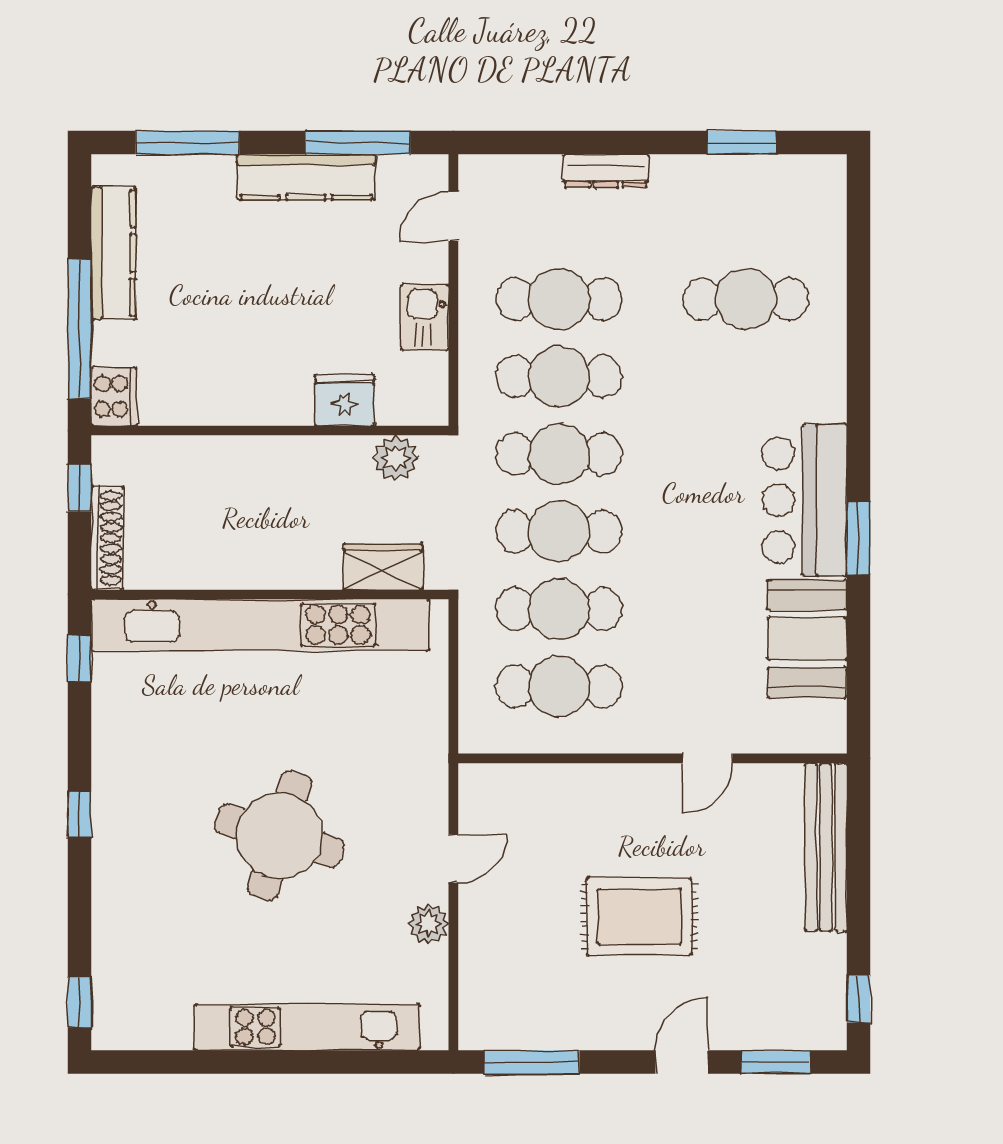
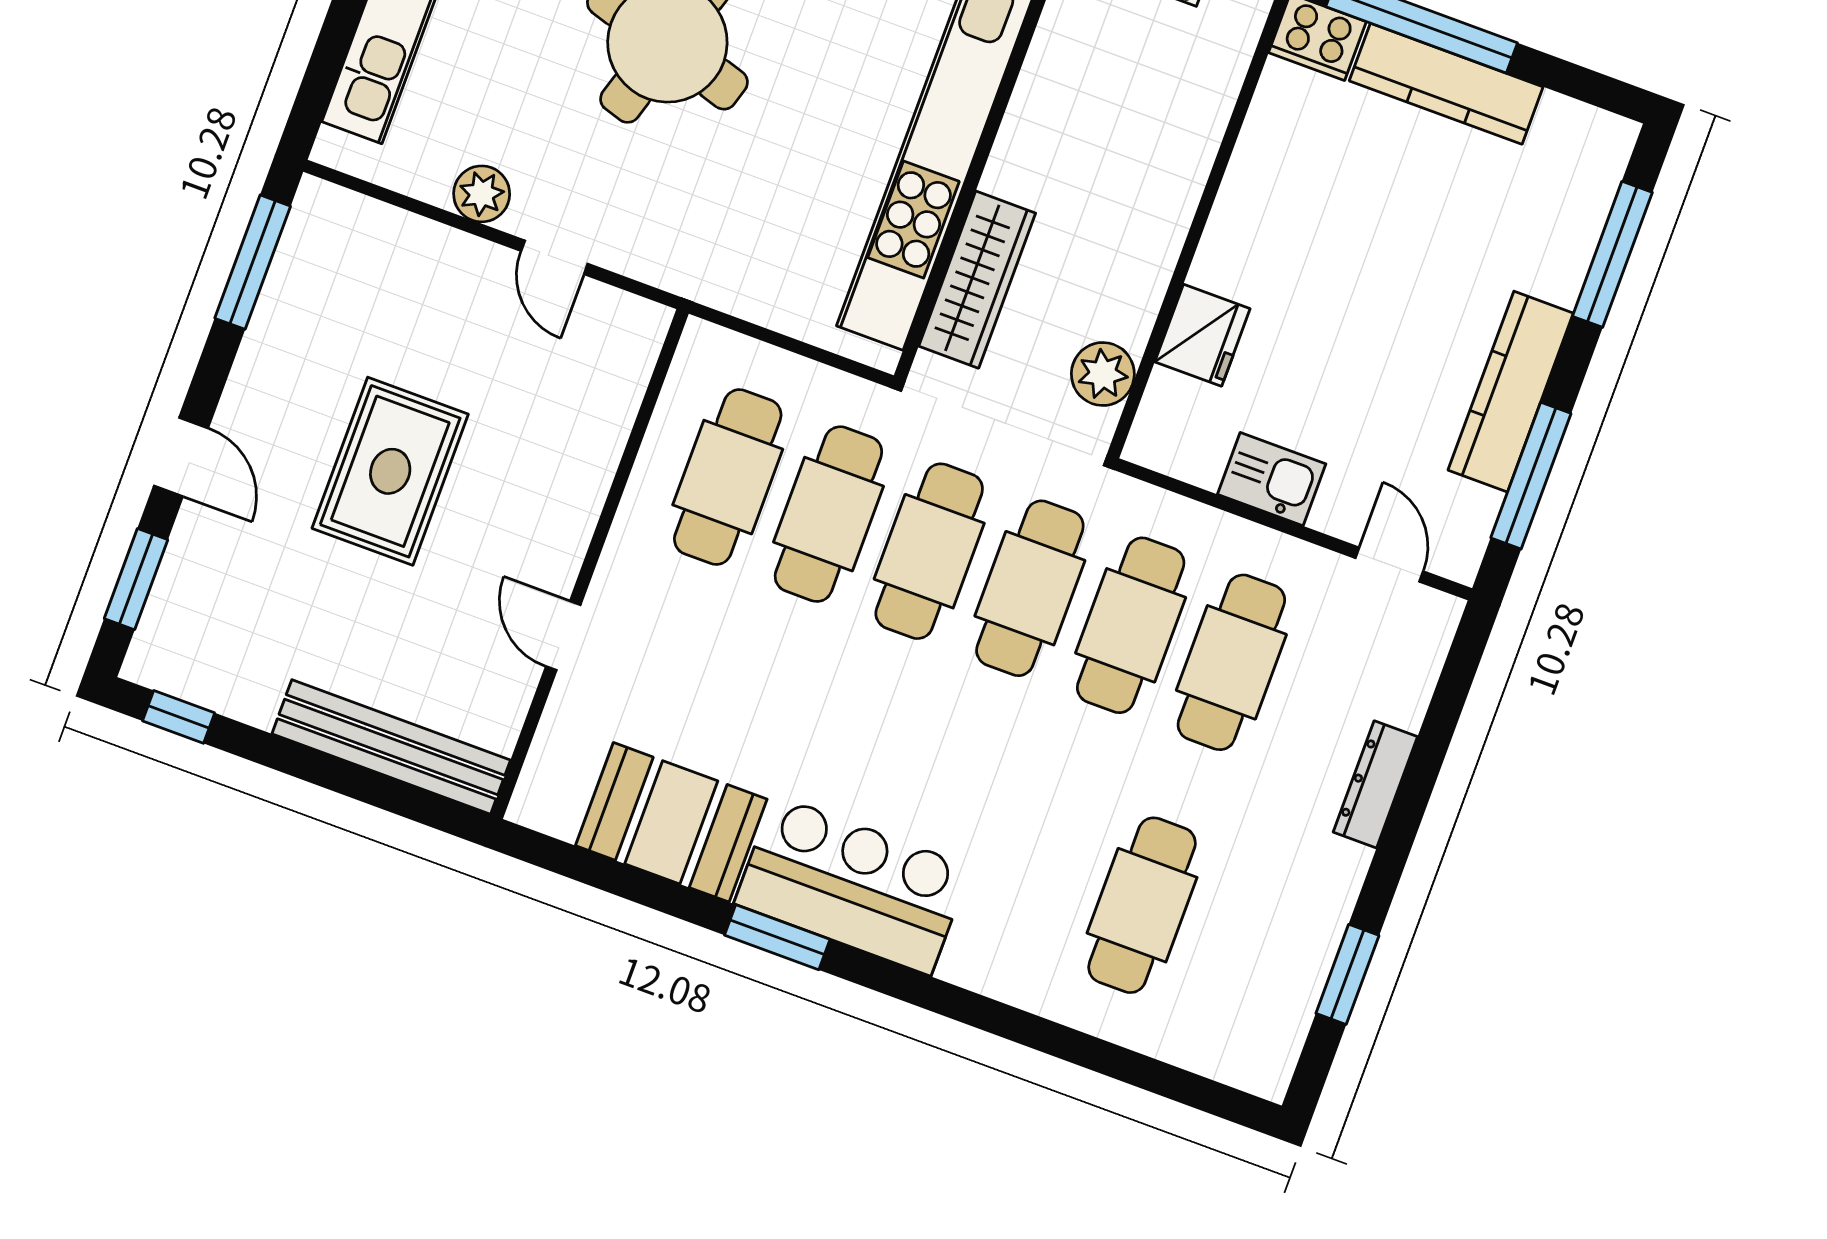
kitchen counter: (113, 253) -> (1446, 84), moved
wardrobe: (383, 567) -> (977, 280), width x1.50

